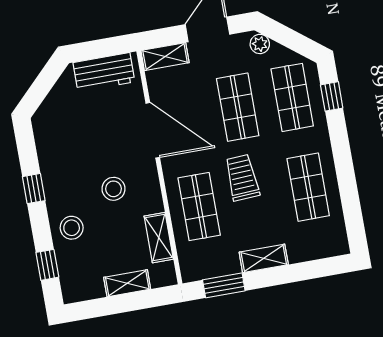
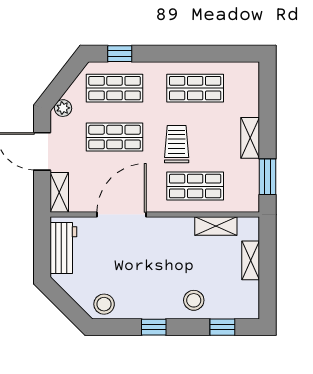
trolley: (242, 178) -> (177, 144), turned 93
stool: (113, 189) -> (104, 304), moved

